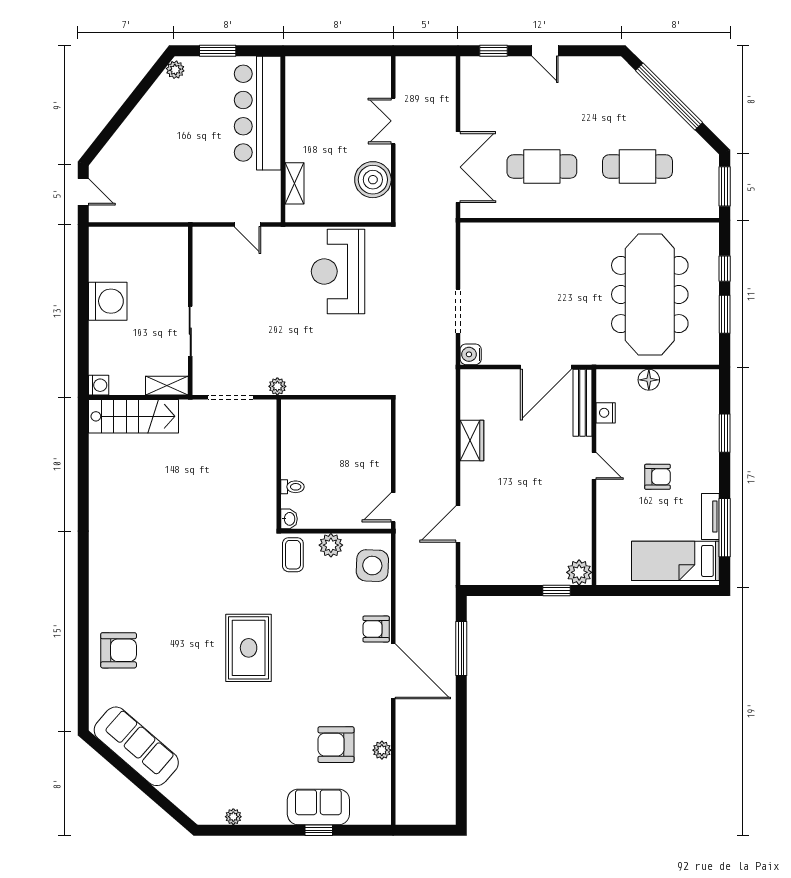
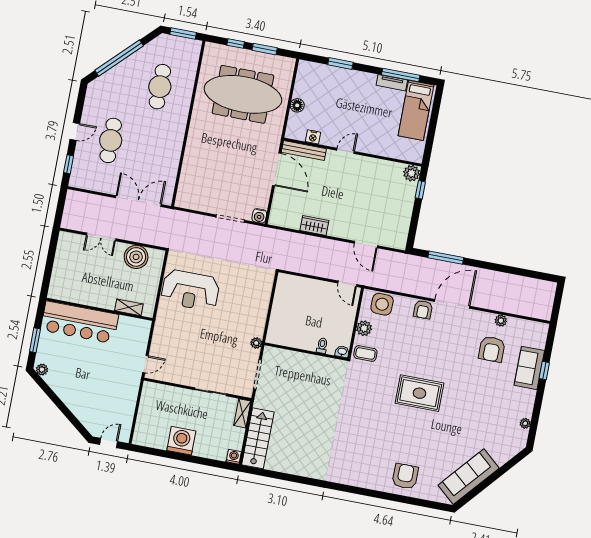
cafe table: (542, 166) -> (111, 140), moved
door: (247, 225) -> (145, 364), moved
armchair: (658, 477) -> (360, 112), removed

